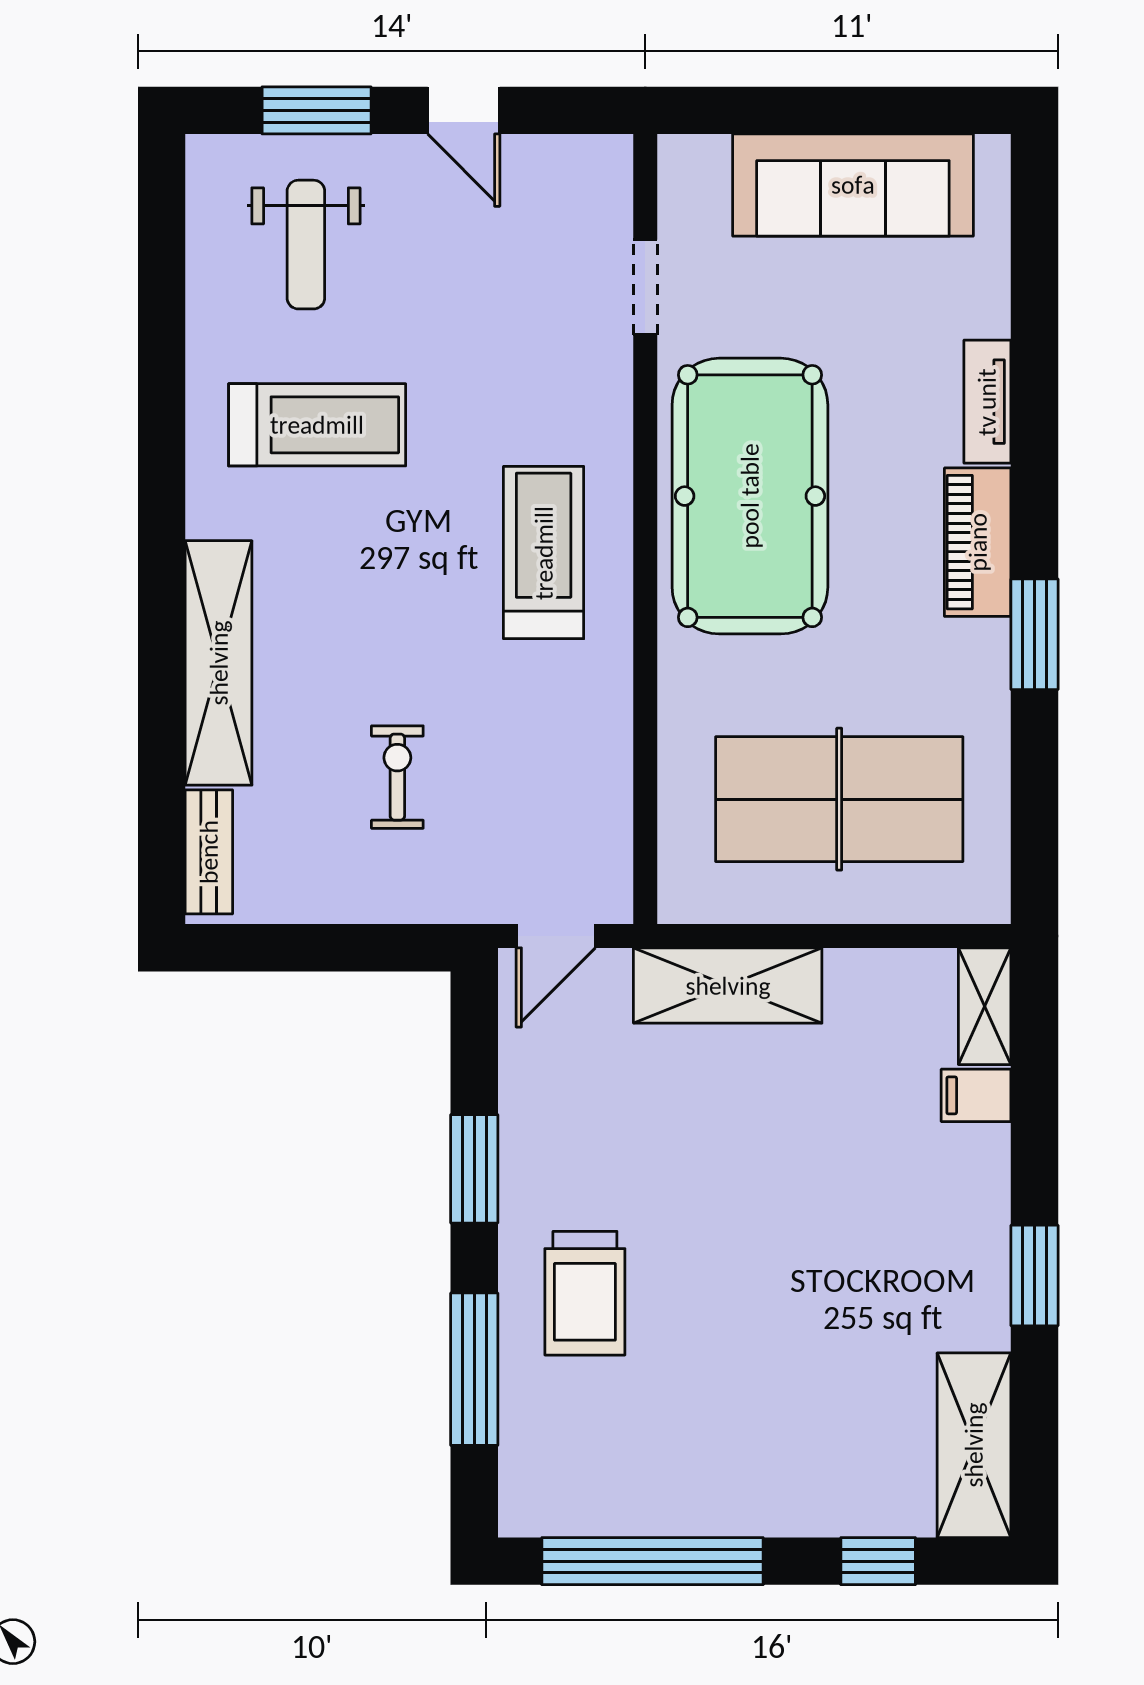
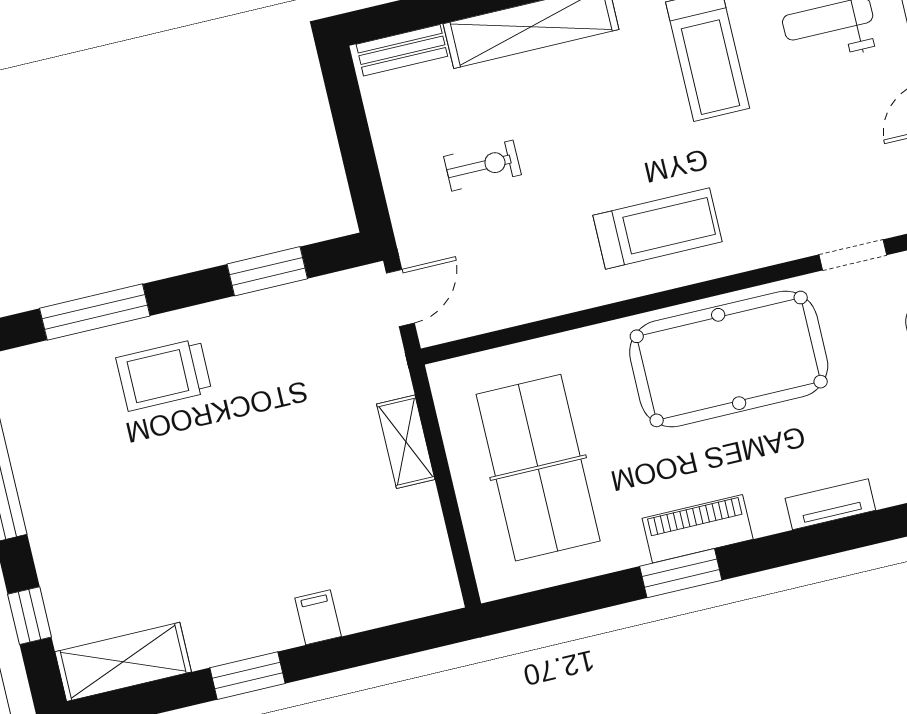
piano: (978, 542) -> (698, 529), moved
door: (556, 936) -> (400, 298), swing flipped
shelving: (728, 986) -> (406, 442), width x0.67, depth x0.75
shelving: (985, 1006) -> (422, 599), removed
filing cabinet: (976, 1095) -> (318, 617), moved
window: (474, 1169) -> (267, 271), moved

